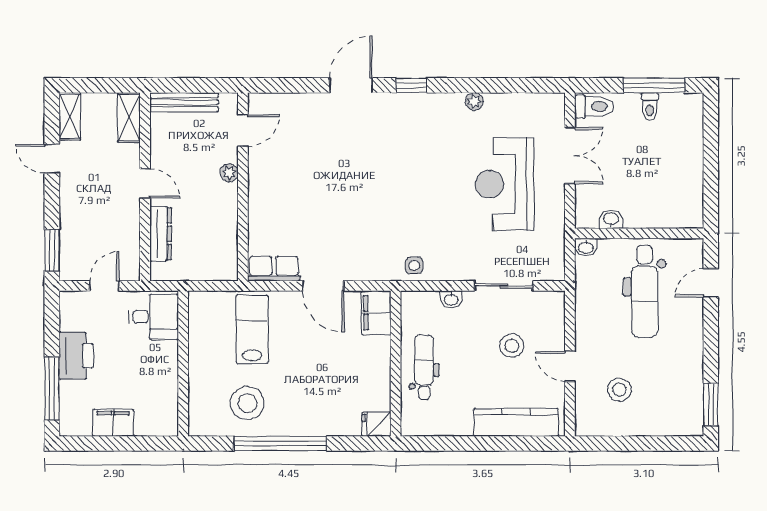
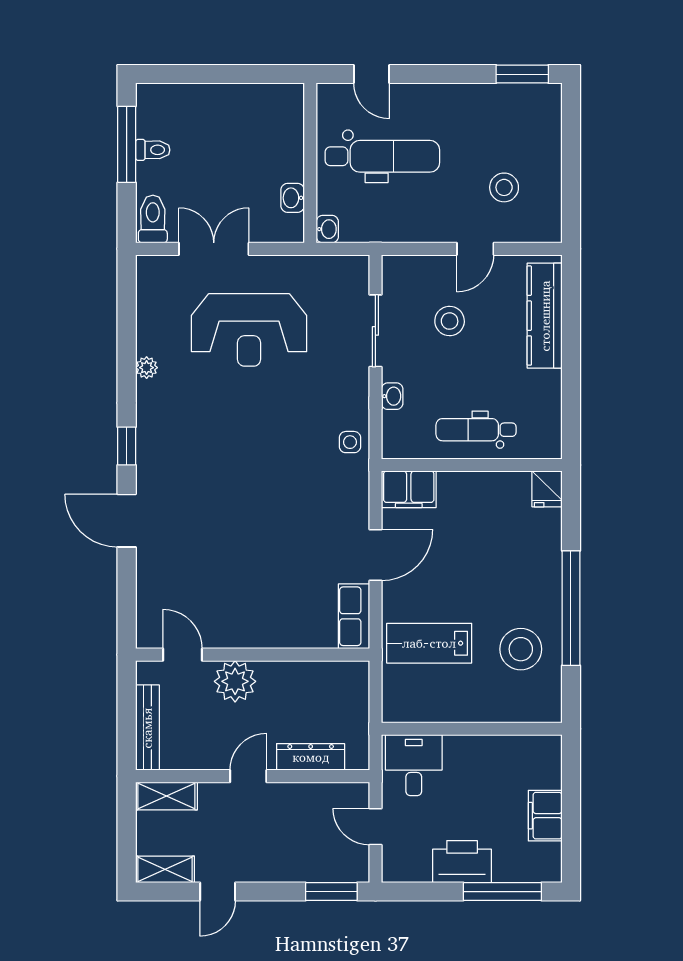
plant: (229, 173) -> (235, 681), width x1.88, depth x1.88

